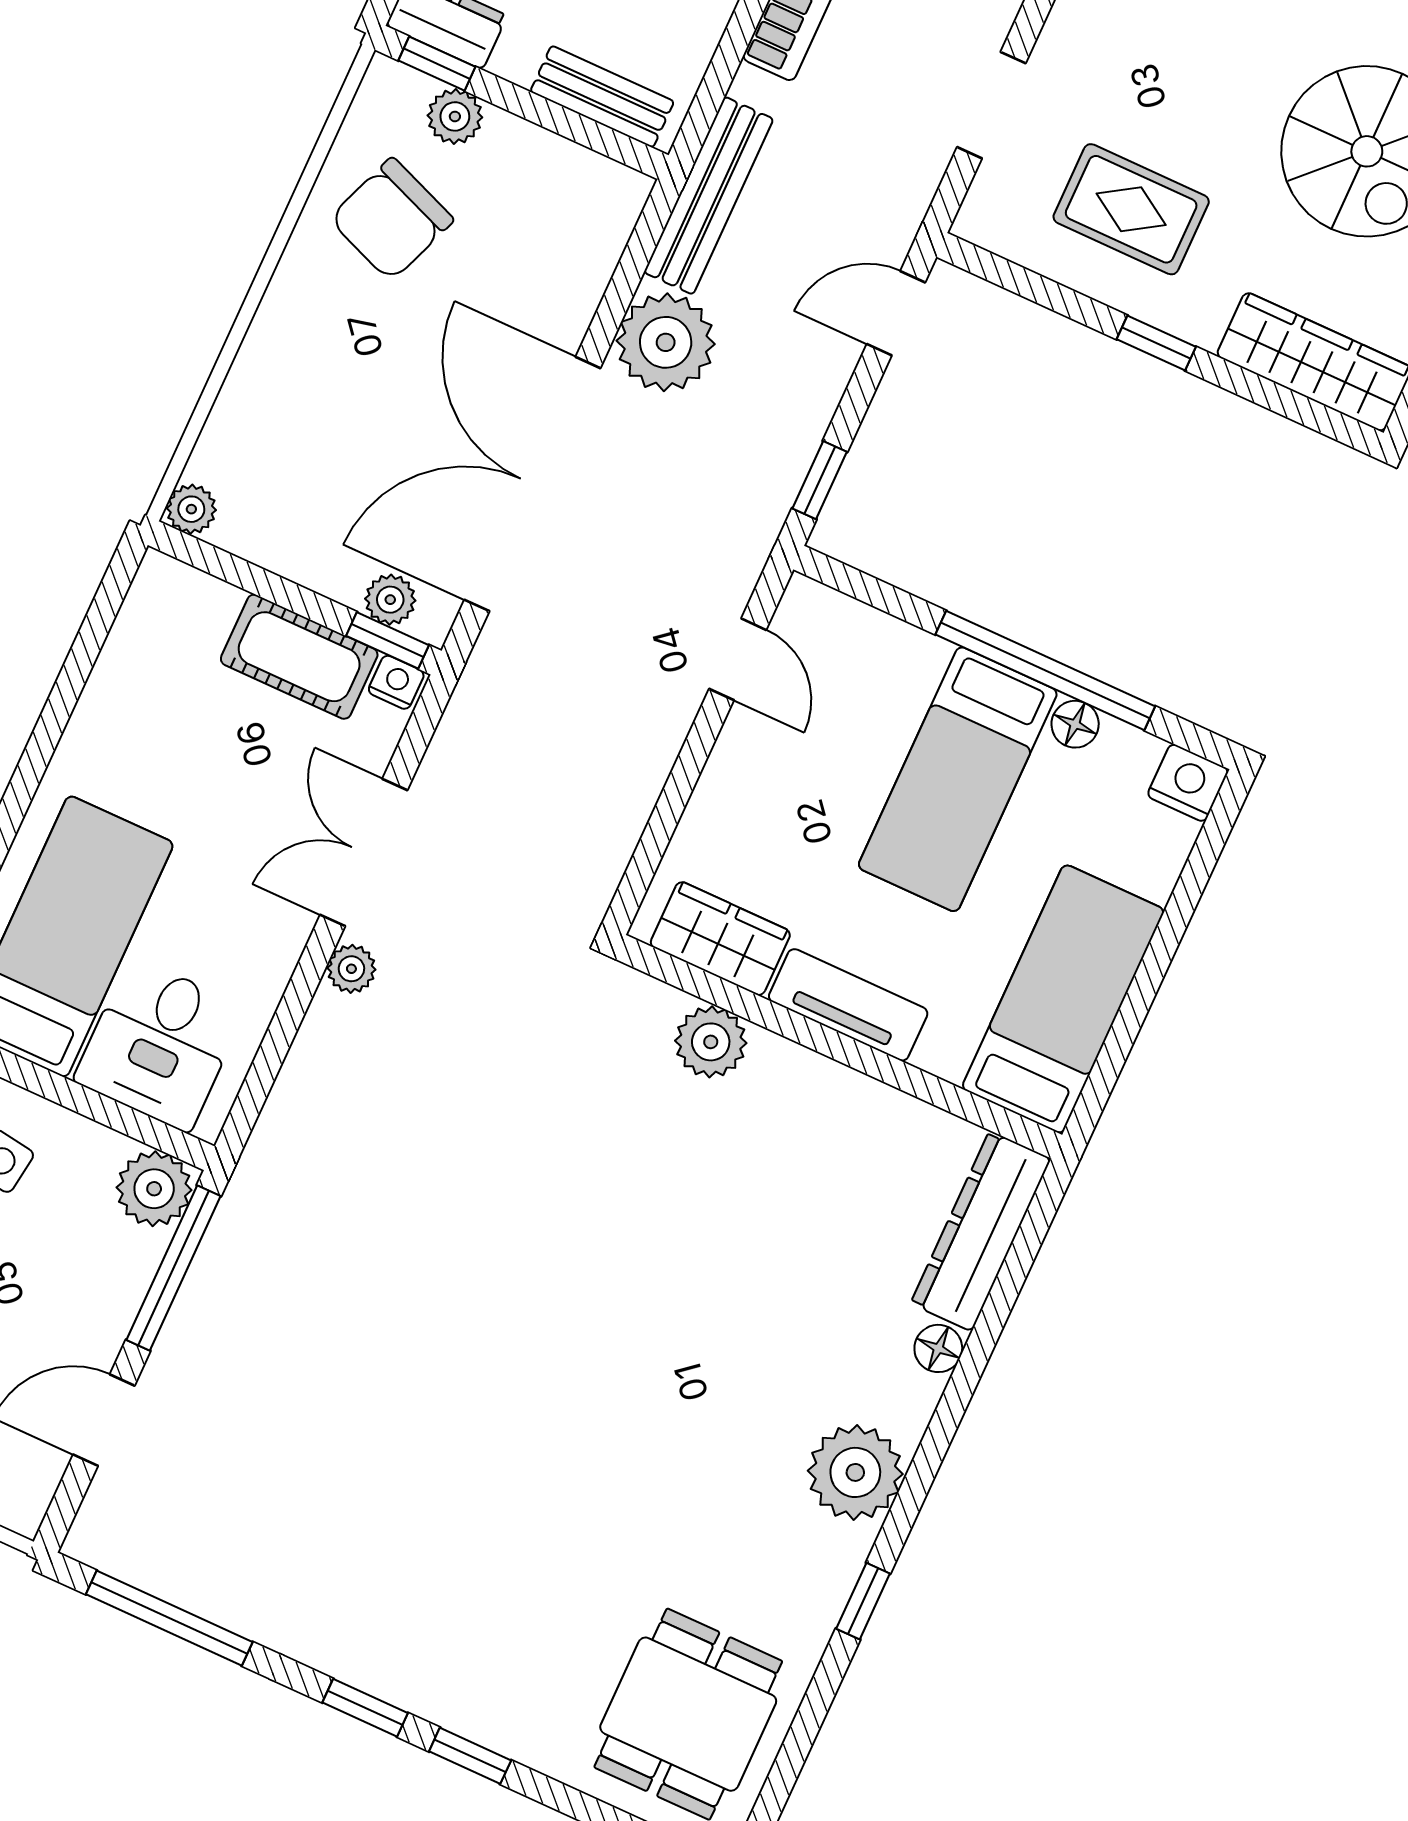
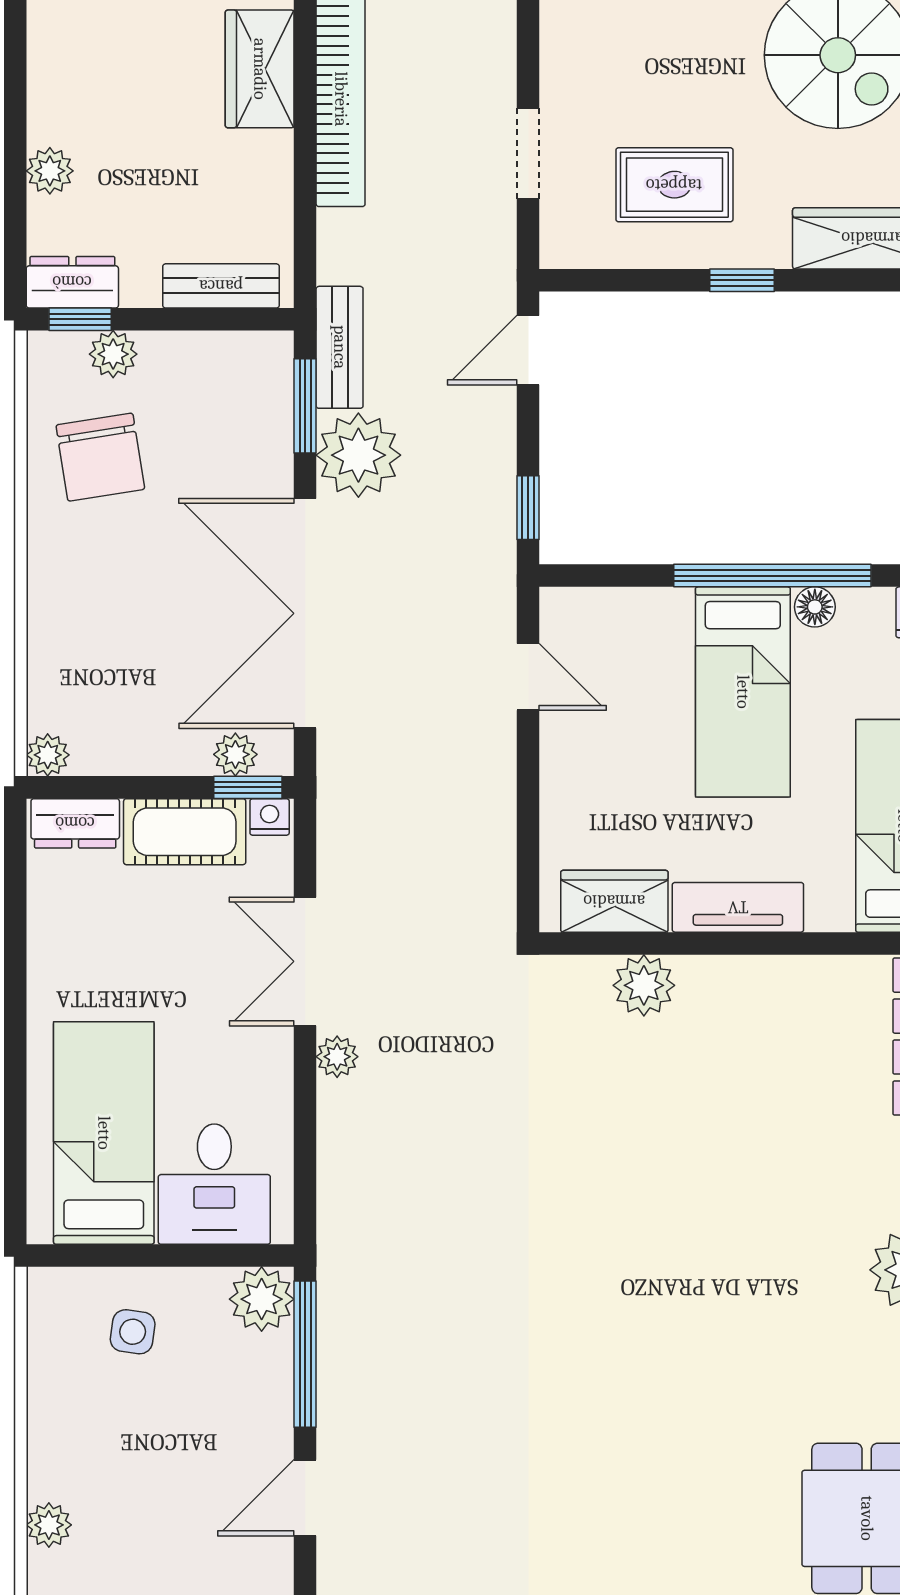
bench: (709, 196) -> (340, 347), width x0.73
chair: (391, 219) -> (100, 457), turned -30
window: (633, 264) -> (305, 406), added
dresser: (187, 595) -> (75, 823), added

